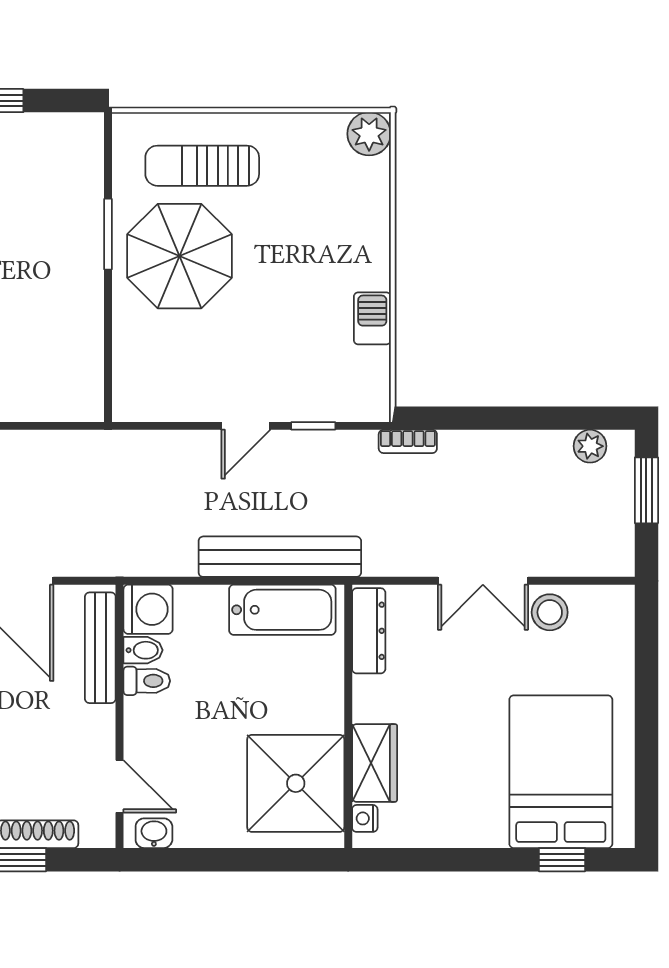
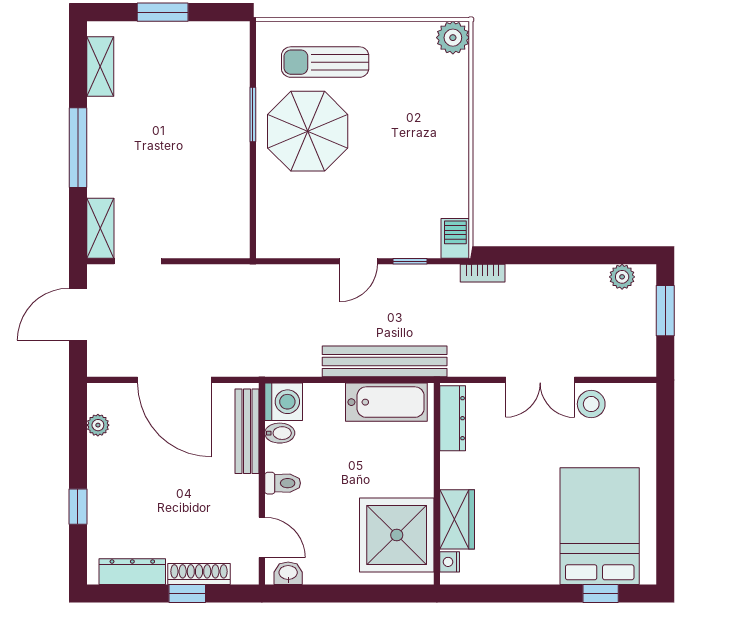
barbecue: (372, 318) -> (455, 238), moved
toilet: (147, 681) -> (283, 483), moved

